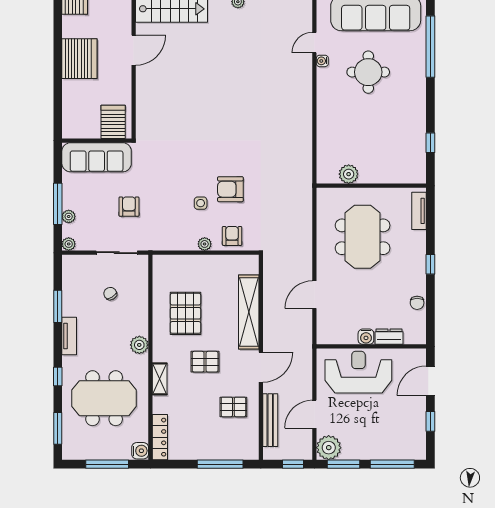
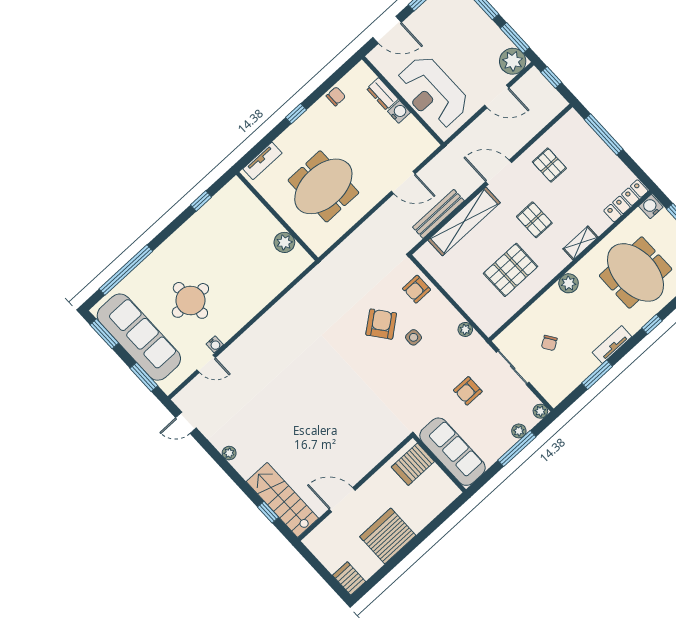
armchair: (230, 189) -> (381, 324), turned -128
plant: (205, 244) -> (465, 329), moved
bench: (270, 420) -> (438, 214), moved

